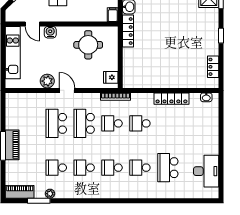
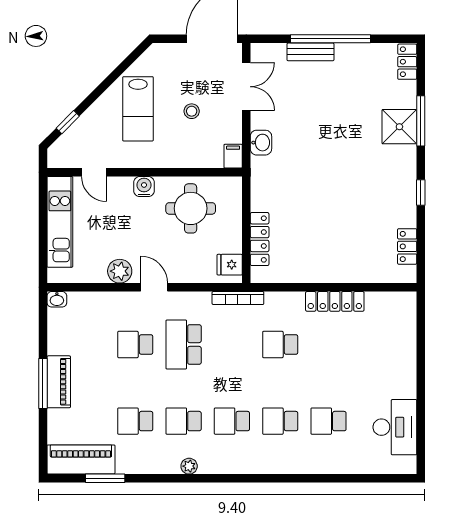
locker: (128, 31) -> (260, 239), moved
water cooler: (50, 32) -> (144, 187), moved
washbasin: (206, 97) -> (57, 299), moved
school desk: (56, 123) -> (135, 344), width x0.54
school desk: (112, 123) -> (232, 344), removed
school desk: (168, 168) -> (329, 421), width x0.54
piano: (20, 192) -> (81, 459), width x1.37, depth x1.33
plant: (50, 194) -> (189, 466), moved

